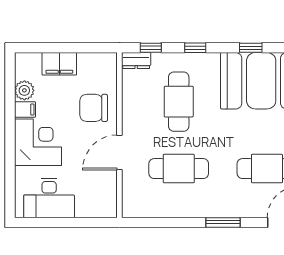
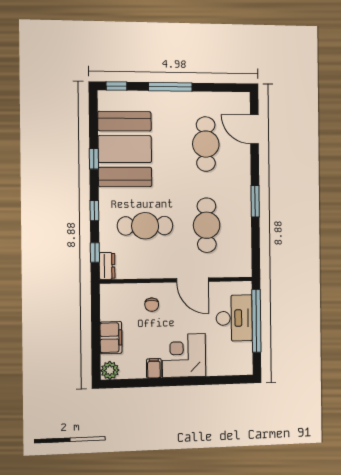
plant: (24, 90) -> (110, 370), moved
chair: (94, 108) -> (152, 305), width x0.54, depth x0.54
desk: (49, 198) -> (234, 318), moved
window: (73, 222) -> (256, 321), added
window: (223, 222) -> (255, 201), moved

